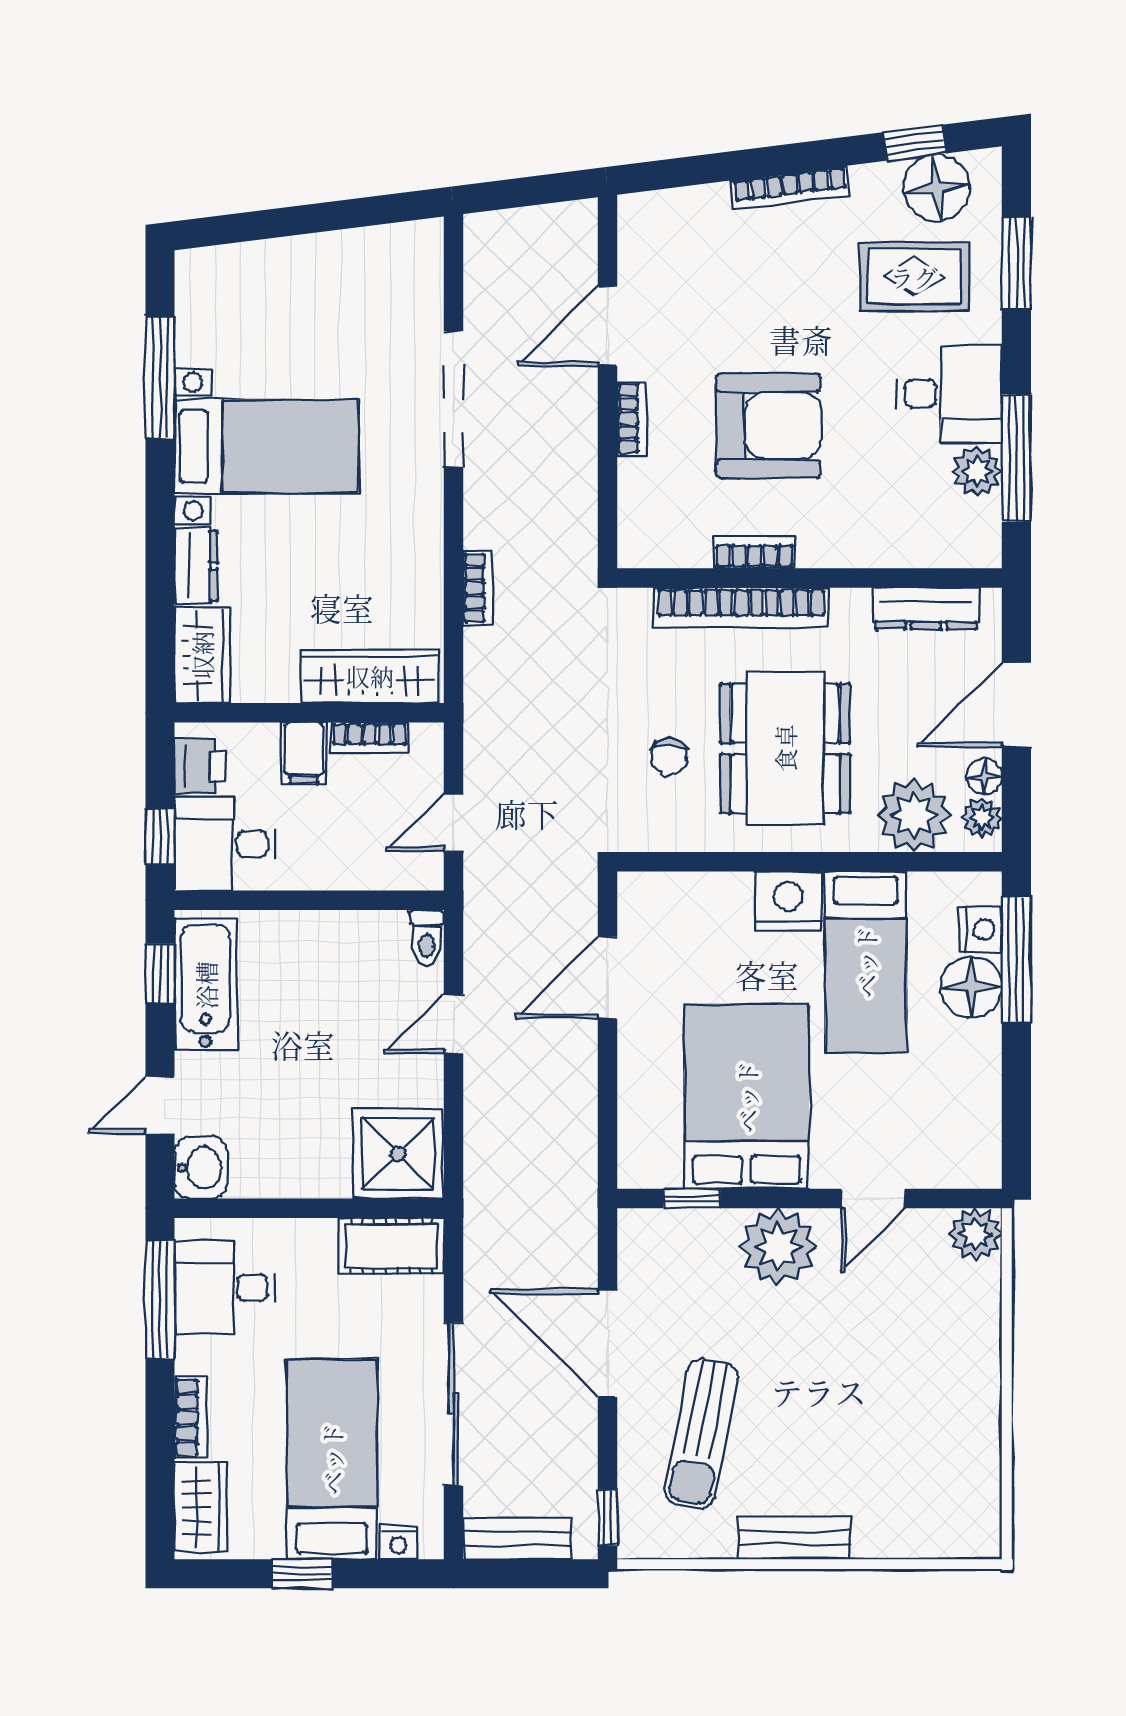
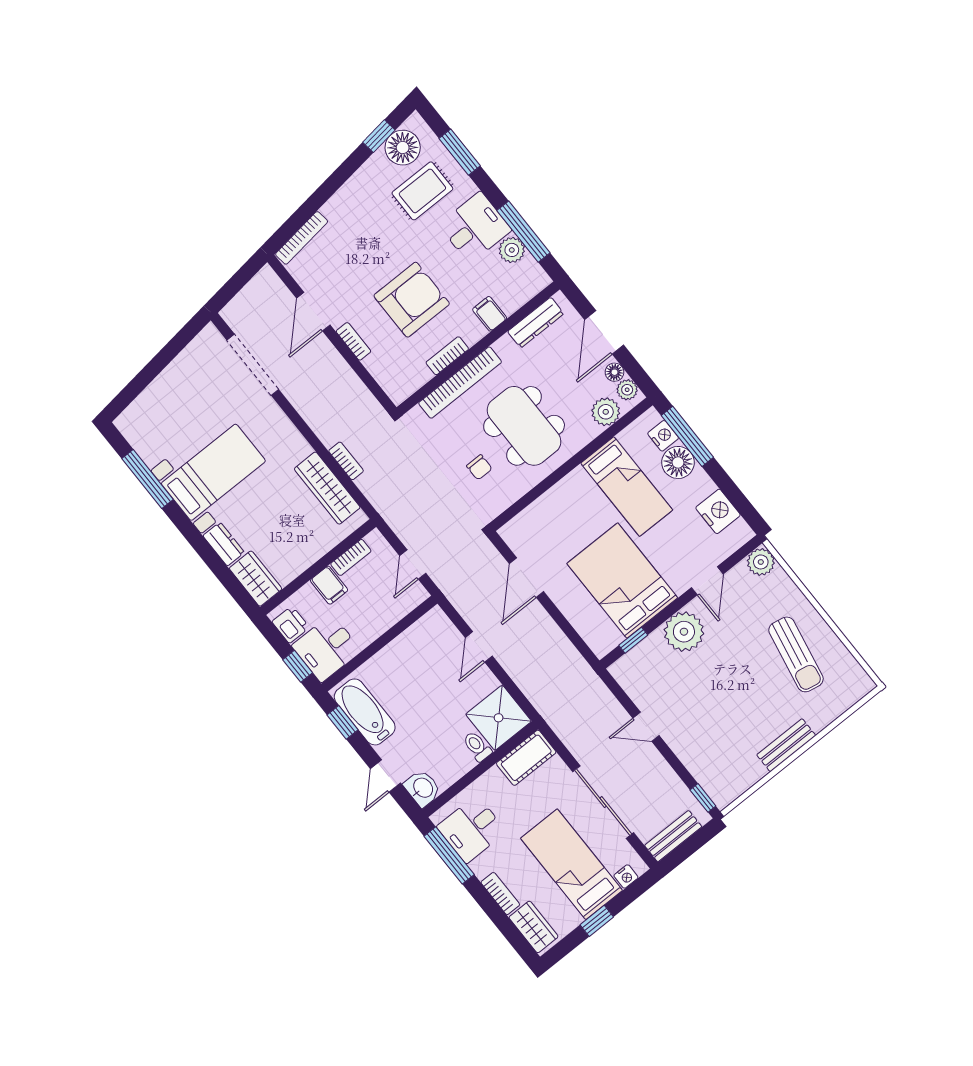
bookcase: (790, 188) -> (302, 238), moved
doorway: (453, 399) -> (253, 365), moved
filing cabinet: (868, 540) -> (490, 314), added
wardrobe: (370, 676) -> (327, 488), moved, turned -90
plant: (914, 815) -> (606, 412), width x0.73, depth x0.73
nightstand: (788, 901) -> (718, 511), moved, turned 90
toilet: (427, 938) -> (477, 746), moved, turned 180
door: (607, 1343) -> (646, 727), width x0.53
sun lounger: (701, 1434) -> (796, 654), moved

